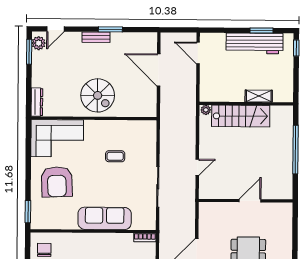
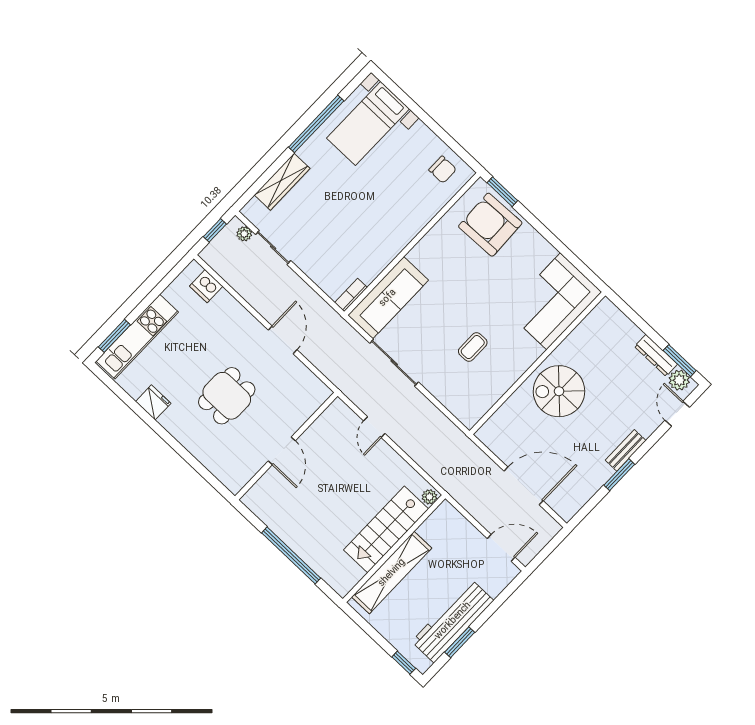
shelving: (259, 96) -> (392, 573), width x2.20, depth x1.33
dresser: (37, 102) -> (656, 355), moved
armchair: (57, 182) -> (490, 225), moved
sofa: (105, 218) -> (388, 298), moved

